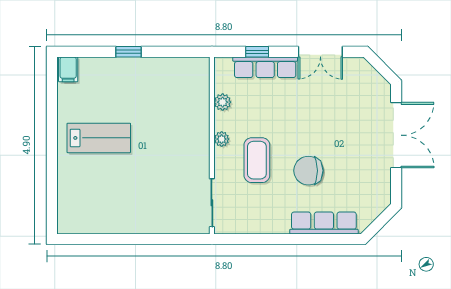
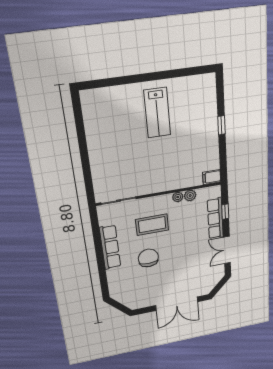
filing cabinet: (68, 69) -> (212, 177), moved
plant: (222, 139) -> (178, 197), moved
row of seats: (324, 223) -> (110, 247), moved

